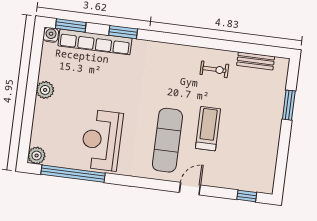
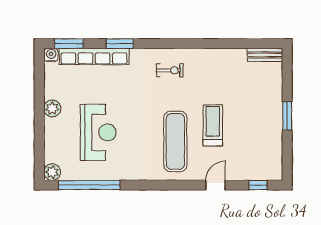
bench: (256, 61) -> (265, 55), moved
exercise bike: (214, 69) -> (170, 70), moved
window: (289, 105) -> (287, 116), moved
reception desk: (102, 140) -> (98, 132), moved, turned 180
door: (190, 189) -> (216, 185), moved

